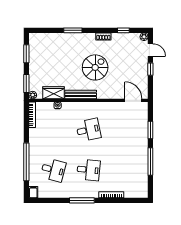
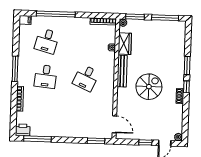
window: (123, 30) -> (186, 87), moved
window: (26, 54) -> (165, 18), width x1.44
spiral stairs: (95, 67) -> (149, 87), turned -90
door: (133, 100) -> (114, 124), hinge flipped
desk: (88, 130) -> (86, 78), turned 36
window: (150, 130) -> (96, 141), moved
window: (150, 162) -> (37, 139), moved
printer: (142, 191) -> (23, 130), added

